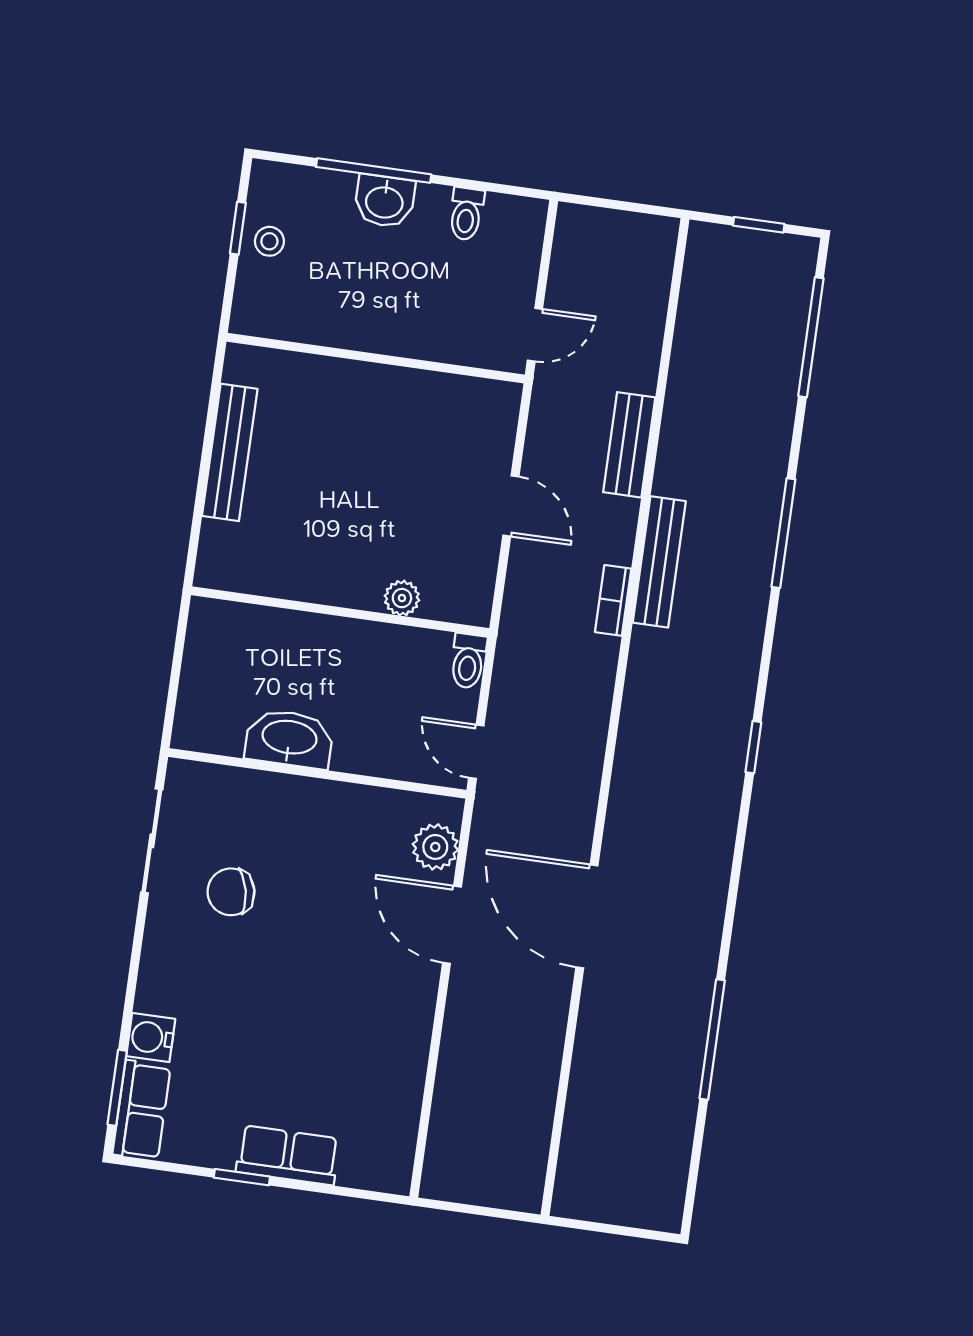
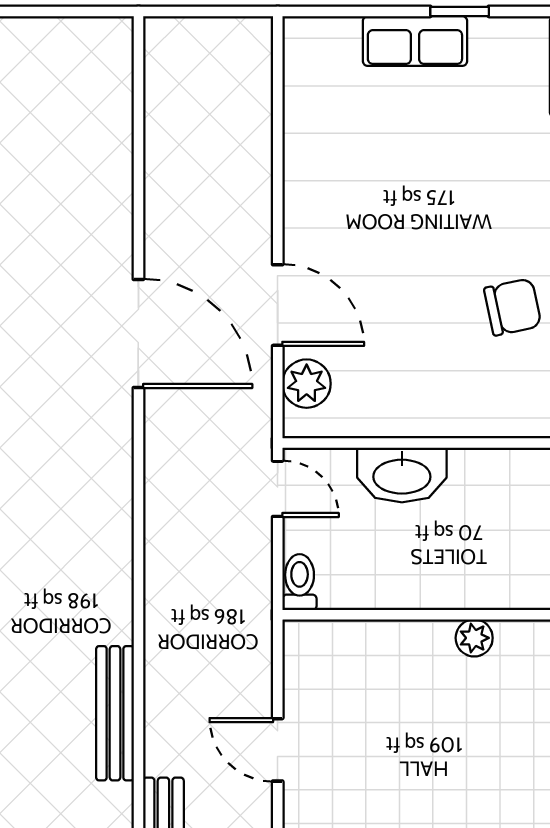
plant: (402, 598) -> (474, 638), moved
bookcase: (613, 600) -> (157, 666), removed
washbasin: (289, 739) -> (402, 475), moved

